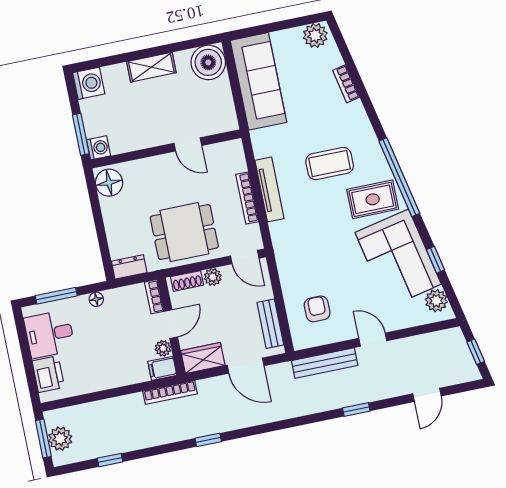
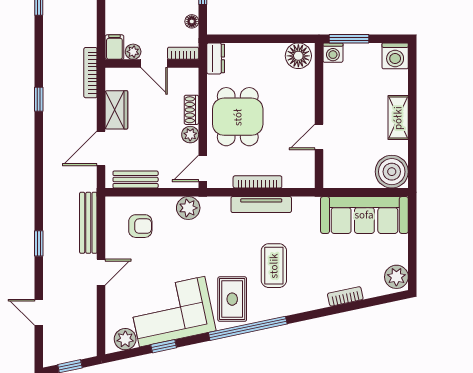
plant: (288, 264) -> (188, 208), added
bookcase: (154, 297) -> (183, 53), moved
door: (171, 324) -> (154, 64), moved
wall: (171, 326) -> (152, 64), moved
plant: (163, 348) -> (133, 52), moved
filing cabinet: (162, 368) -> (114, 47), moved

